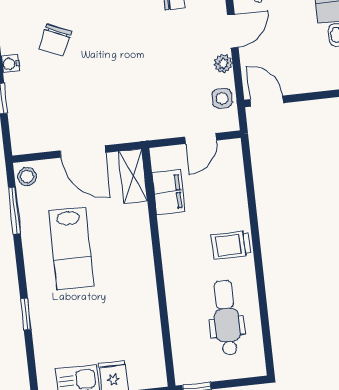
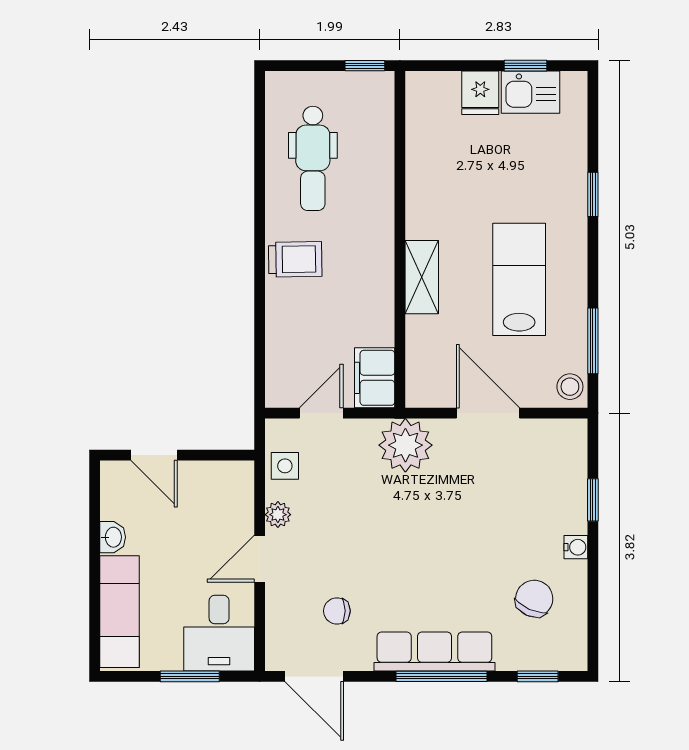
chair: (55, 40) -> (534, 599), moved
door: (267, 101) -> (154, 455), moved
plant: (139, 122) -> (405, 445), added
shelving: (133, 176) -> (422, 277), moved
filing cabinet: (168, 192) -> (375, 378), moved

